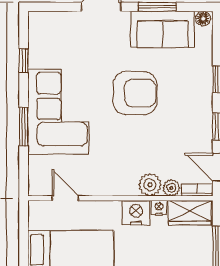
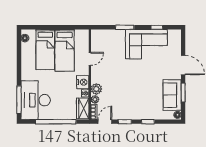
armchair: (135, 93) -> (141, 82), removed
corner sofa: (58, 112) -> (146, 44), moved
door: (65, 198) -> (90, 59), moved

